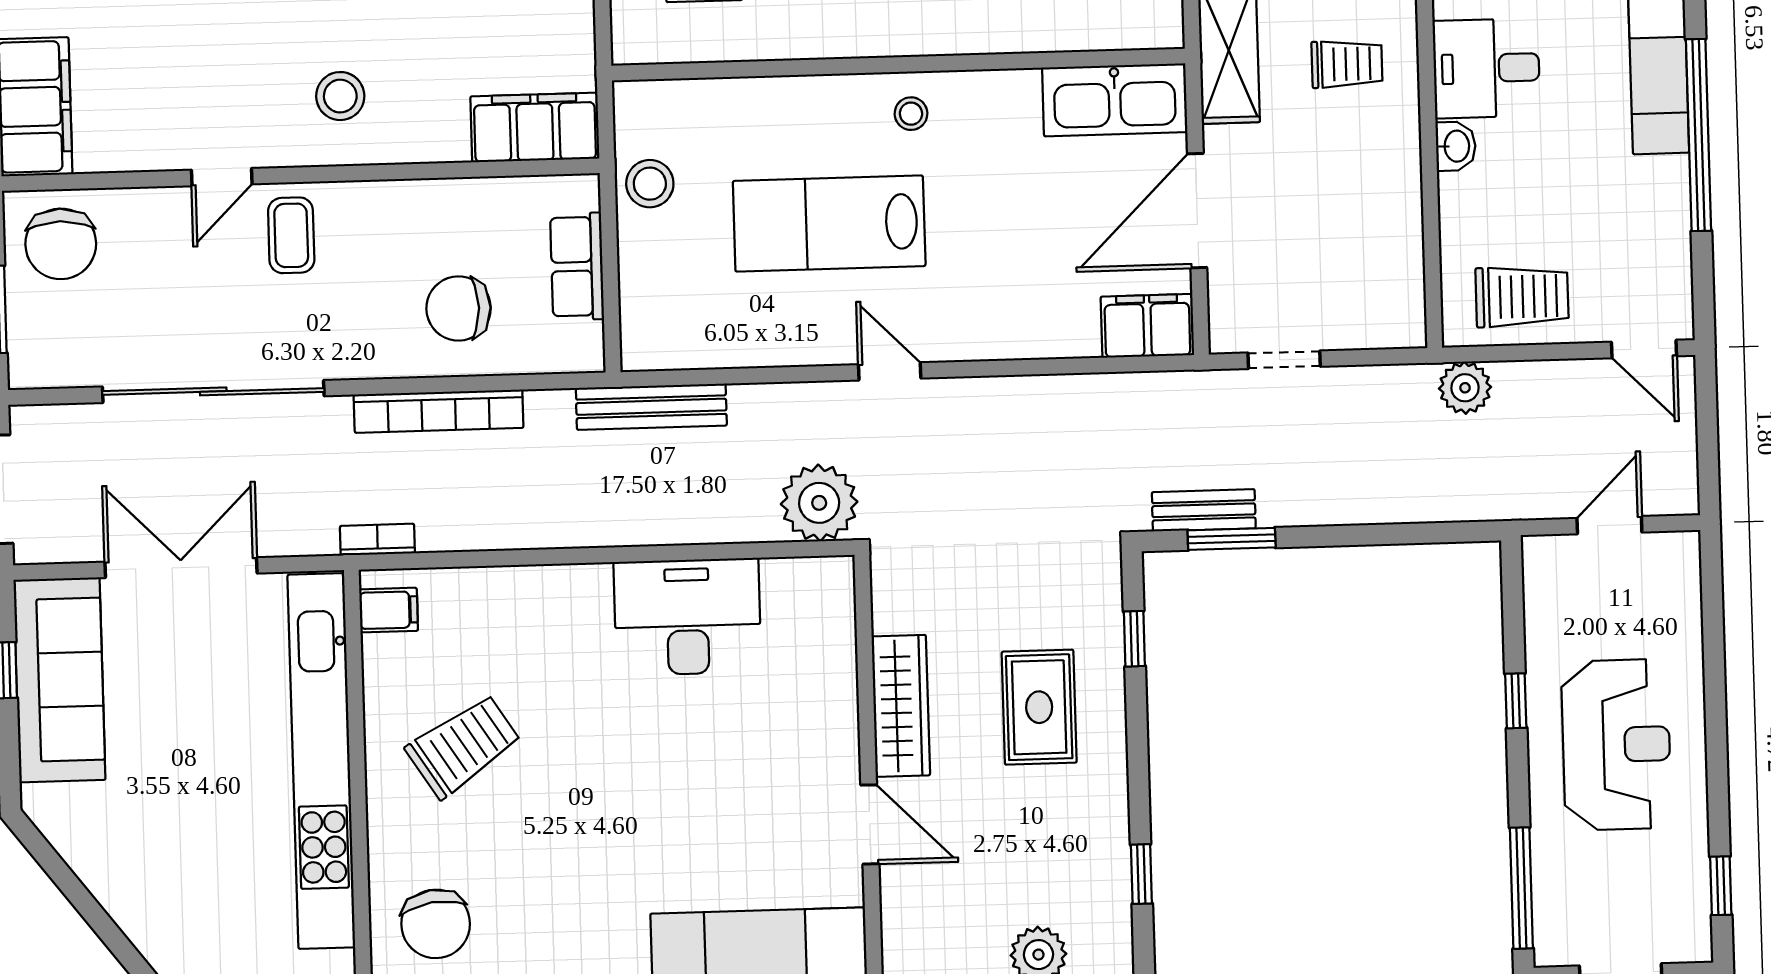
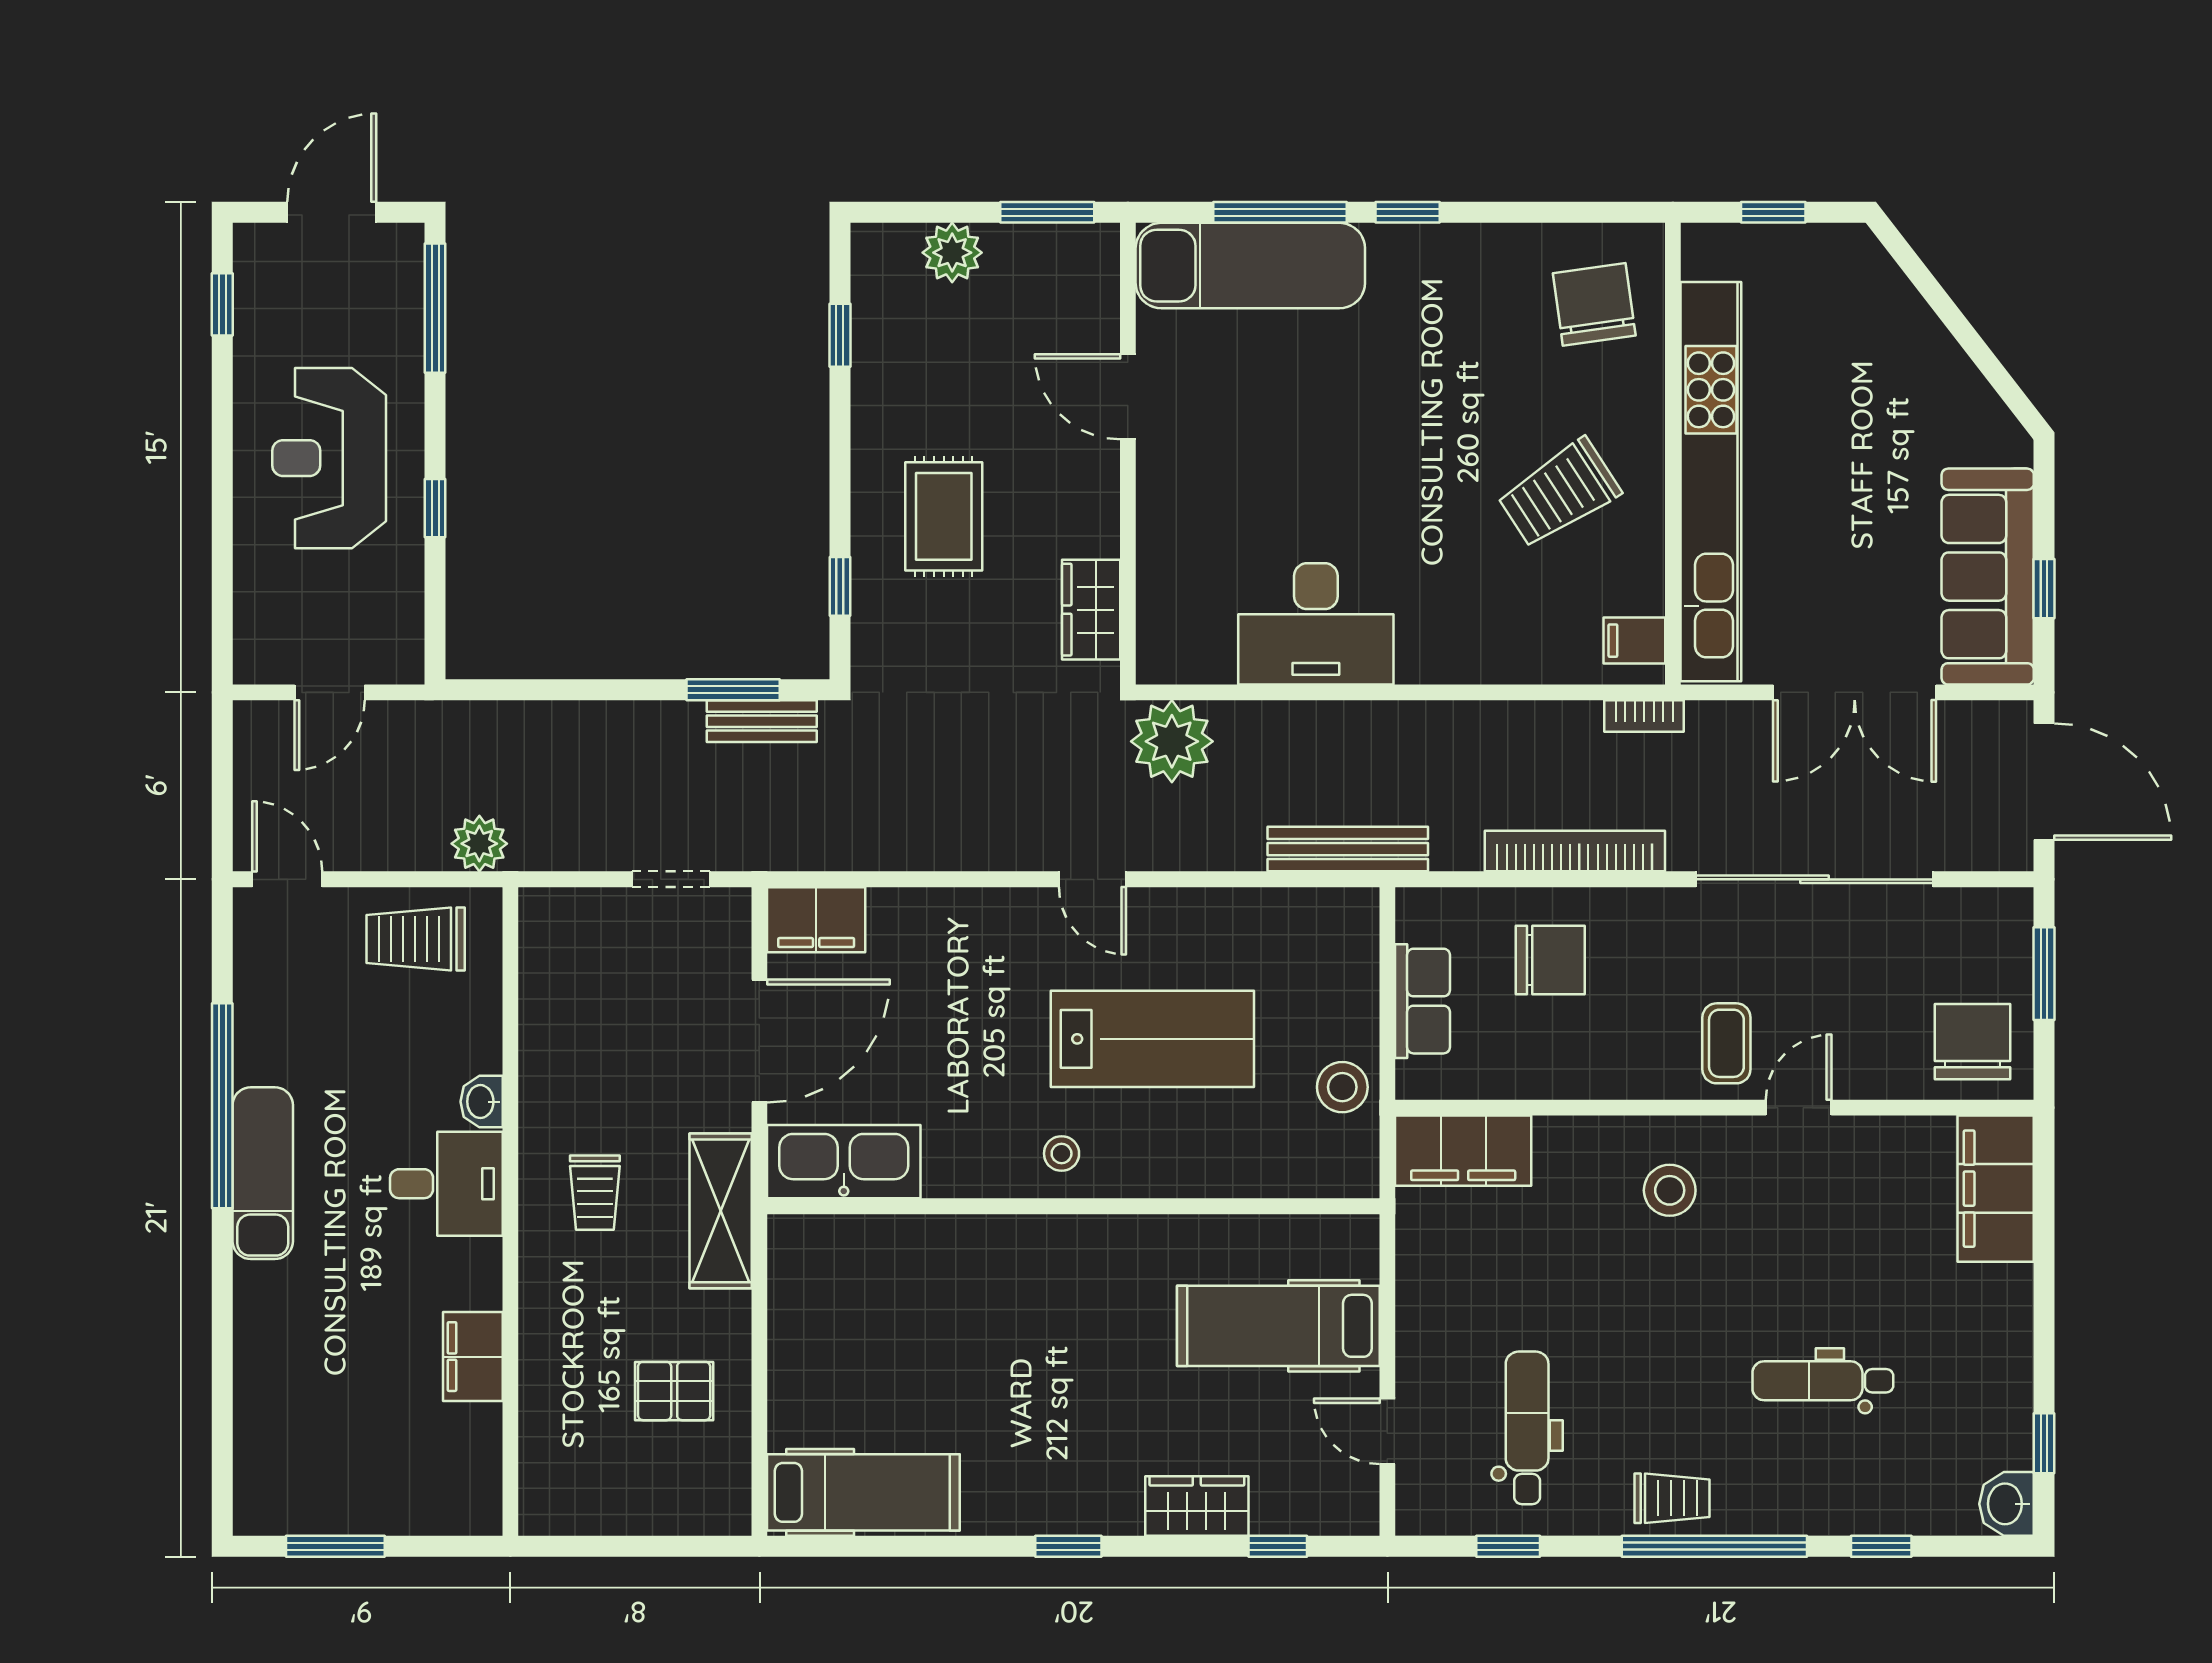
trolley: (1347, 64) -> (595, 1193), turned -90
wardrobe: (901, 706) -> (1091, 610), moved, width x0.67

